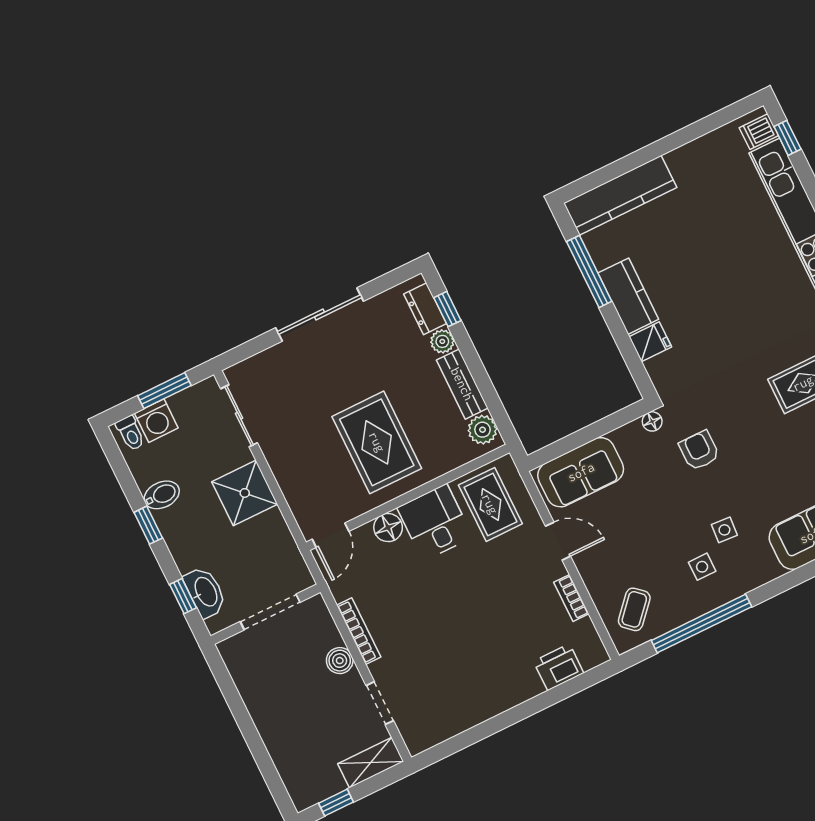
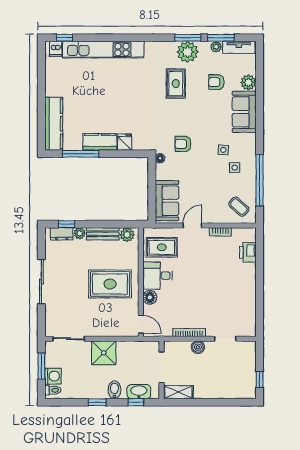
bidet: (162, 495) -> (114, 390), moved
shelving: (371, 763) -> (178, 392), moved, turned 90

